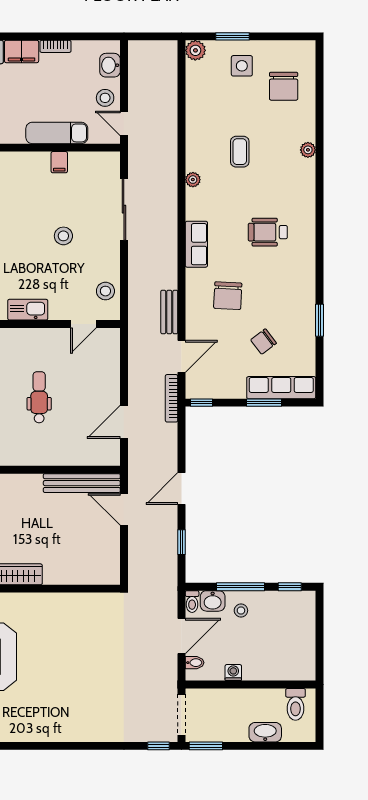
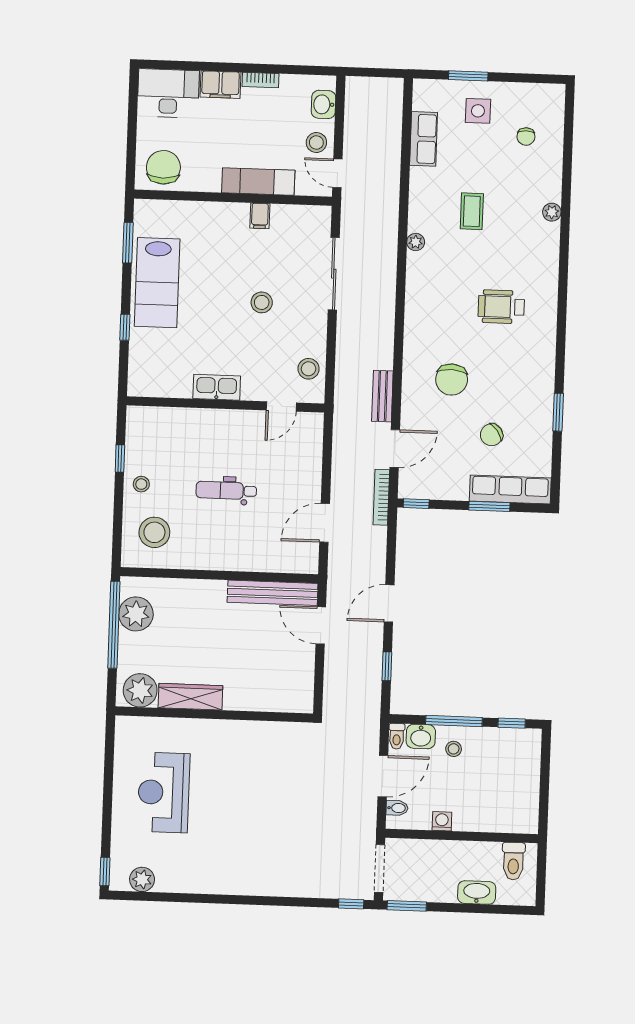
plant: (195, 50) -> (424, 91), removed
chair: (284, 86) -> (526, 137), width x0.54, depth x0.54
row of seats: (196, 244) -> (424, 139), moved
dental chair: (39, 397) -> (226, 490), turned -90

